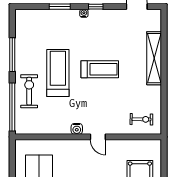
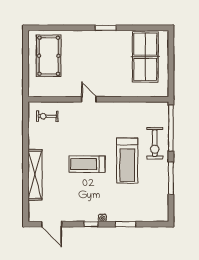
water cooler: (77, 129) -> (109, 107), removed

